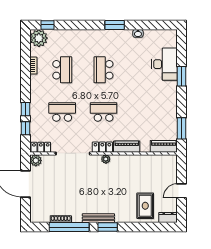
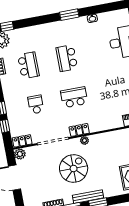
school desk: (62, 112) -> (36, 104), width x0.54
piano: (127, 147) -> (102, 125), removed
spiral stairs: (89, 186) -> (74, 169), added

